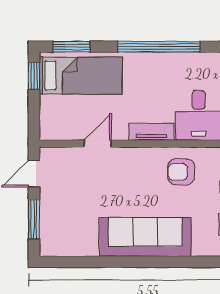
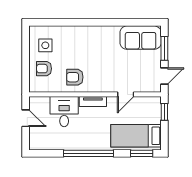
window: (34, 76) -> (164, 112), moved
armchair: (181, 172) -> (75, 77), turned 180
sofa: (145, 237) -> (141, 38), moved, width x0.73

